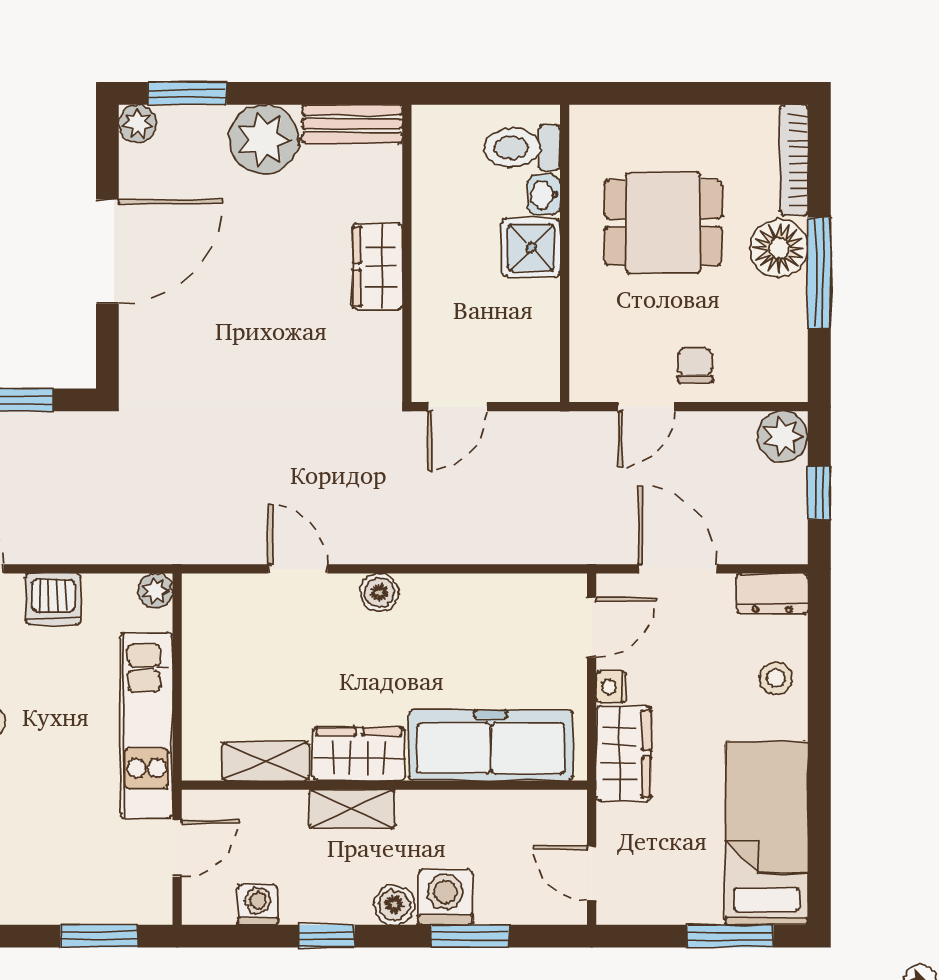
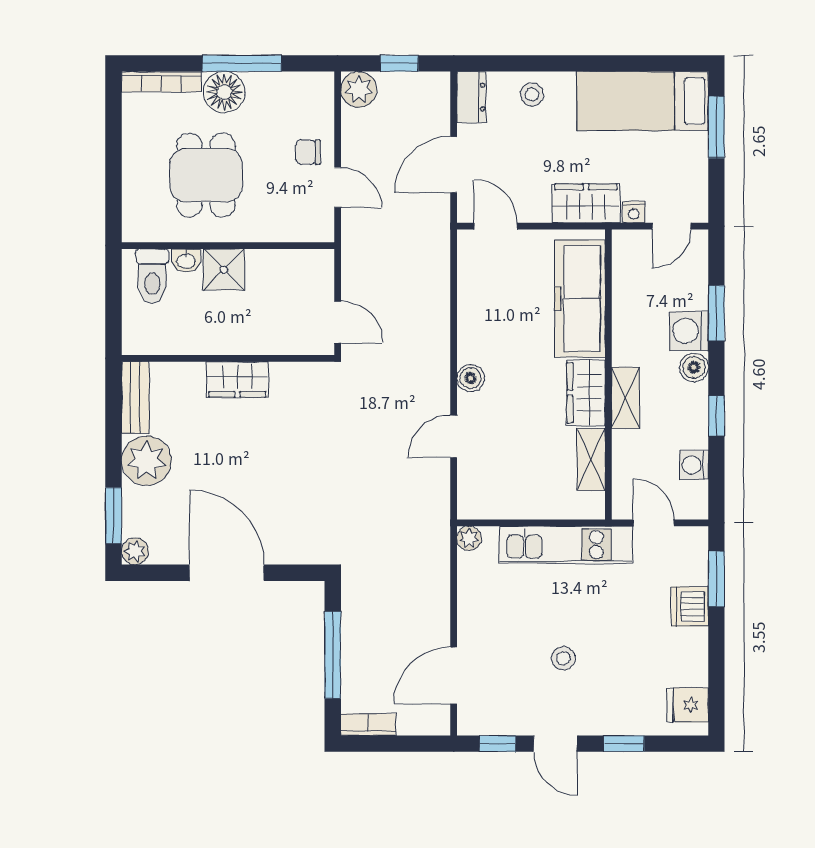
dishwasher: (53, 599) -> (690, 606), moved, turned 180
nightstand: (611, 687) -> (634, 212), moved

